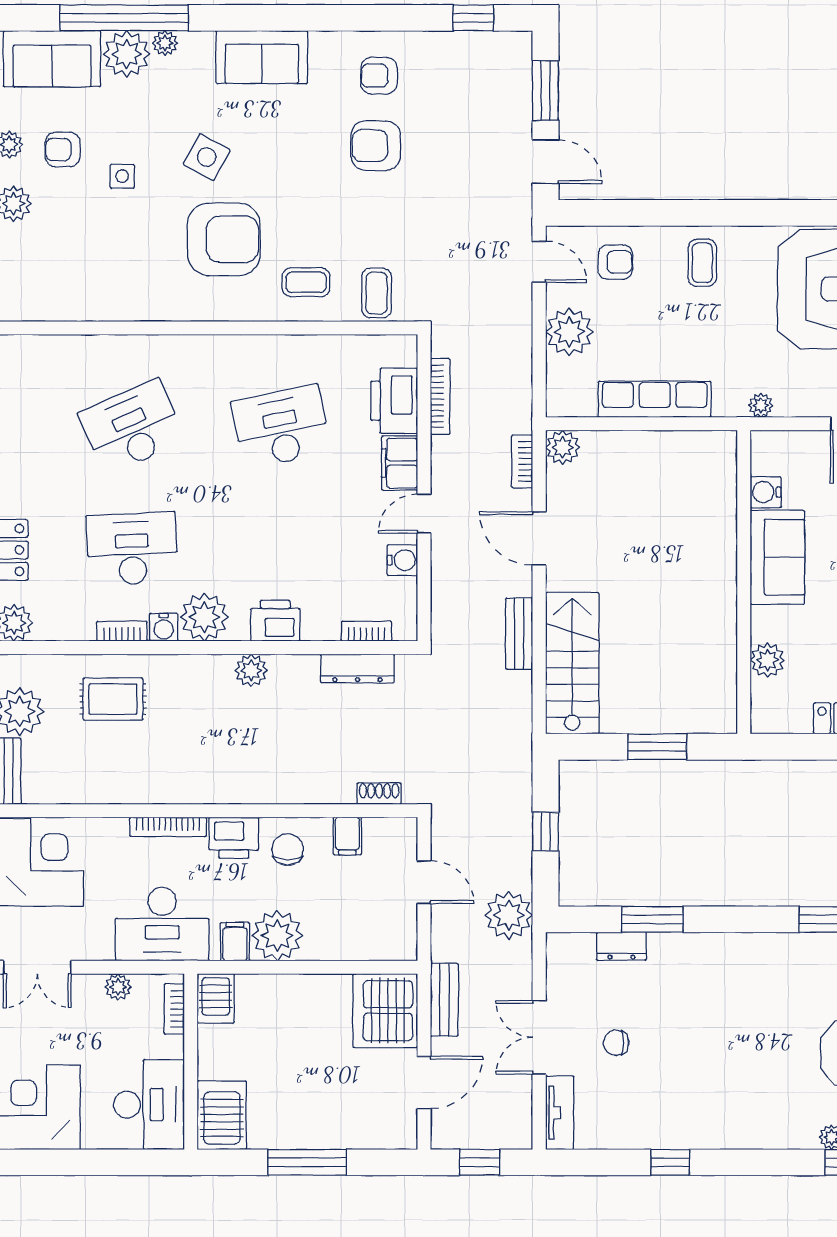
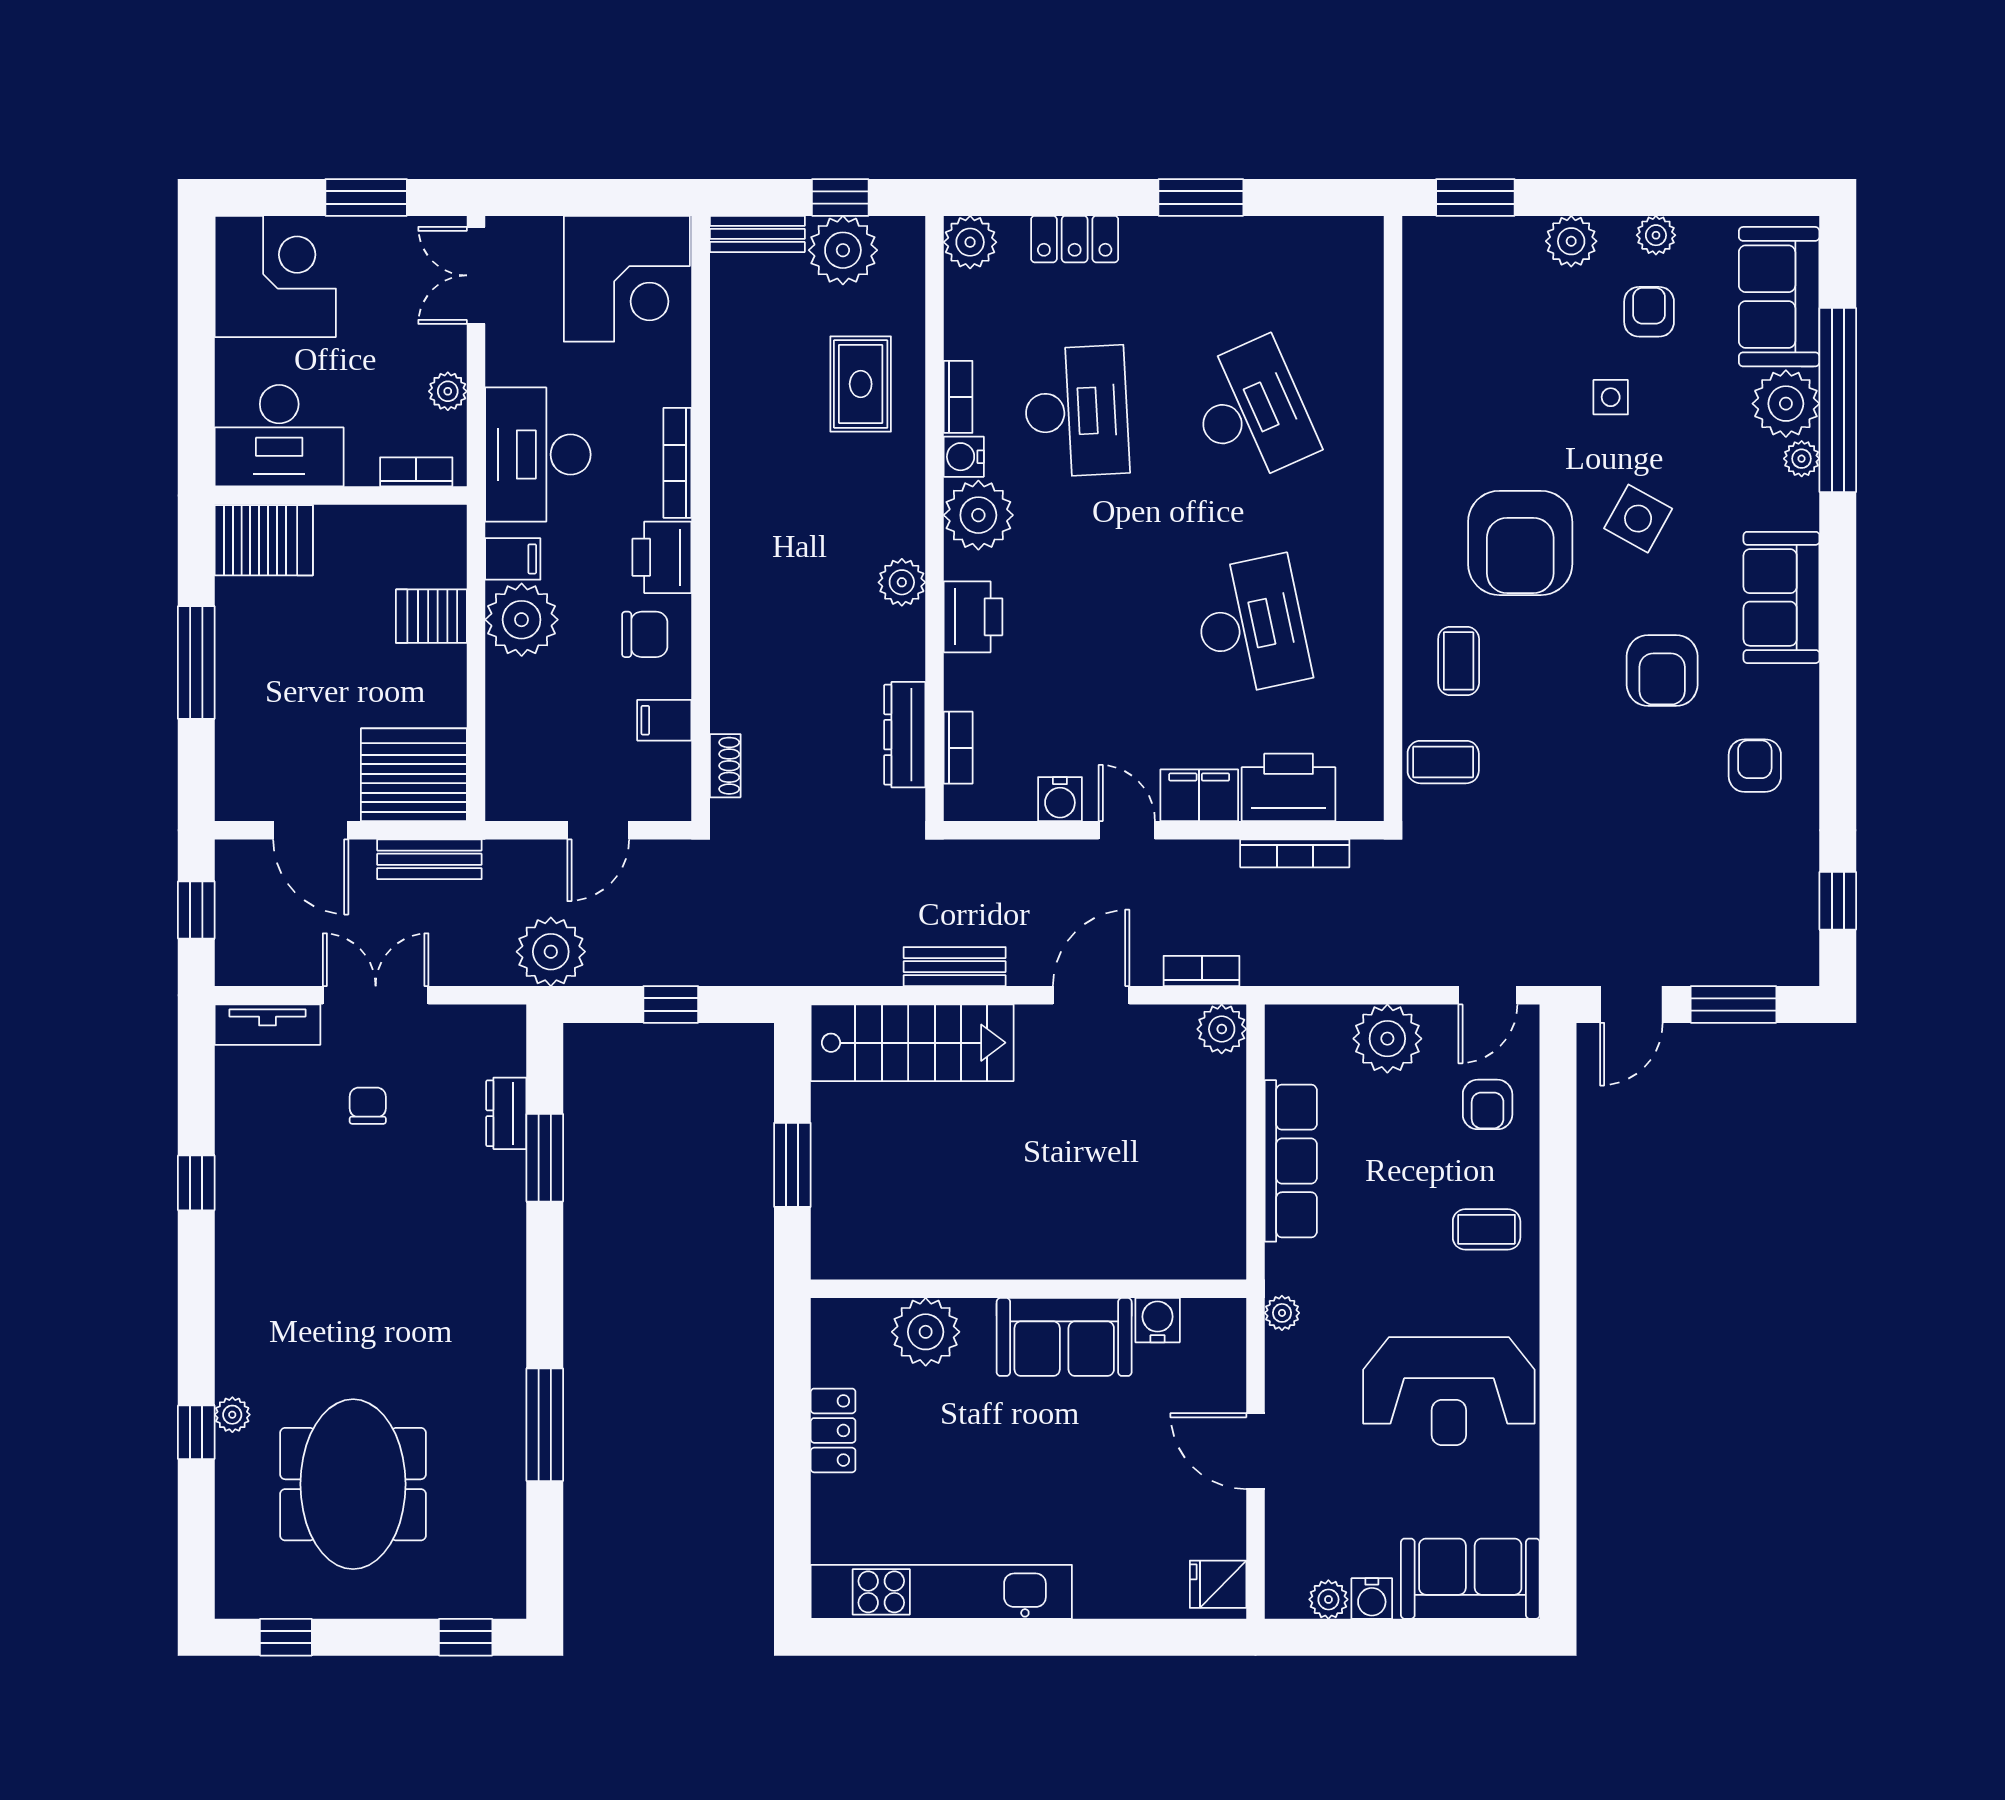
armchair: (376, 146) -> (1662, 670), moved, turned 180
plant: (767, 660) -> (926, 1332), width x1.36, depth x1.36
server rack: (216, 998) -> (431, 616), moved

